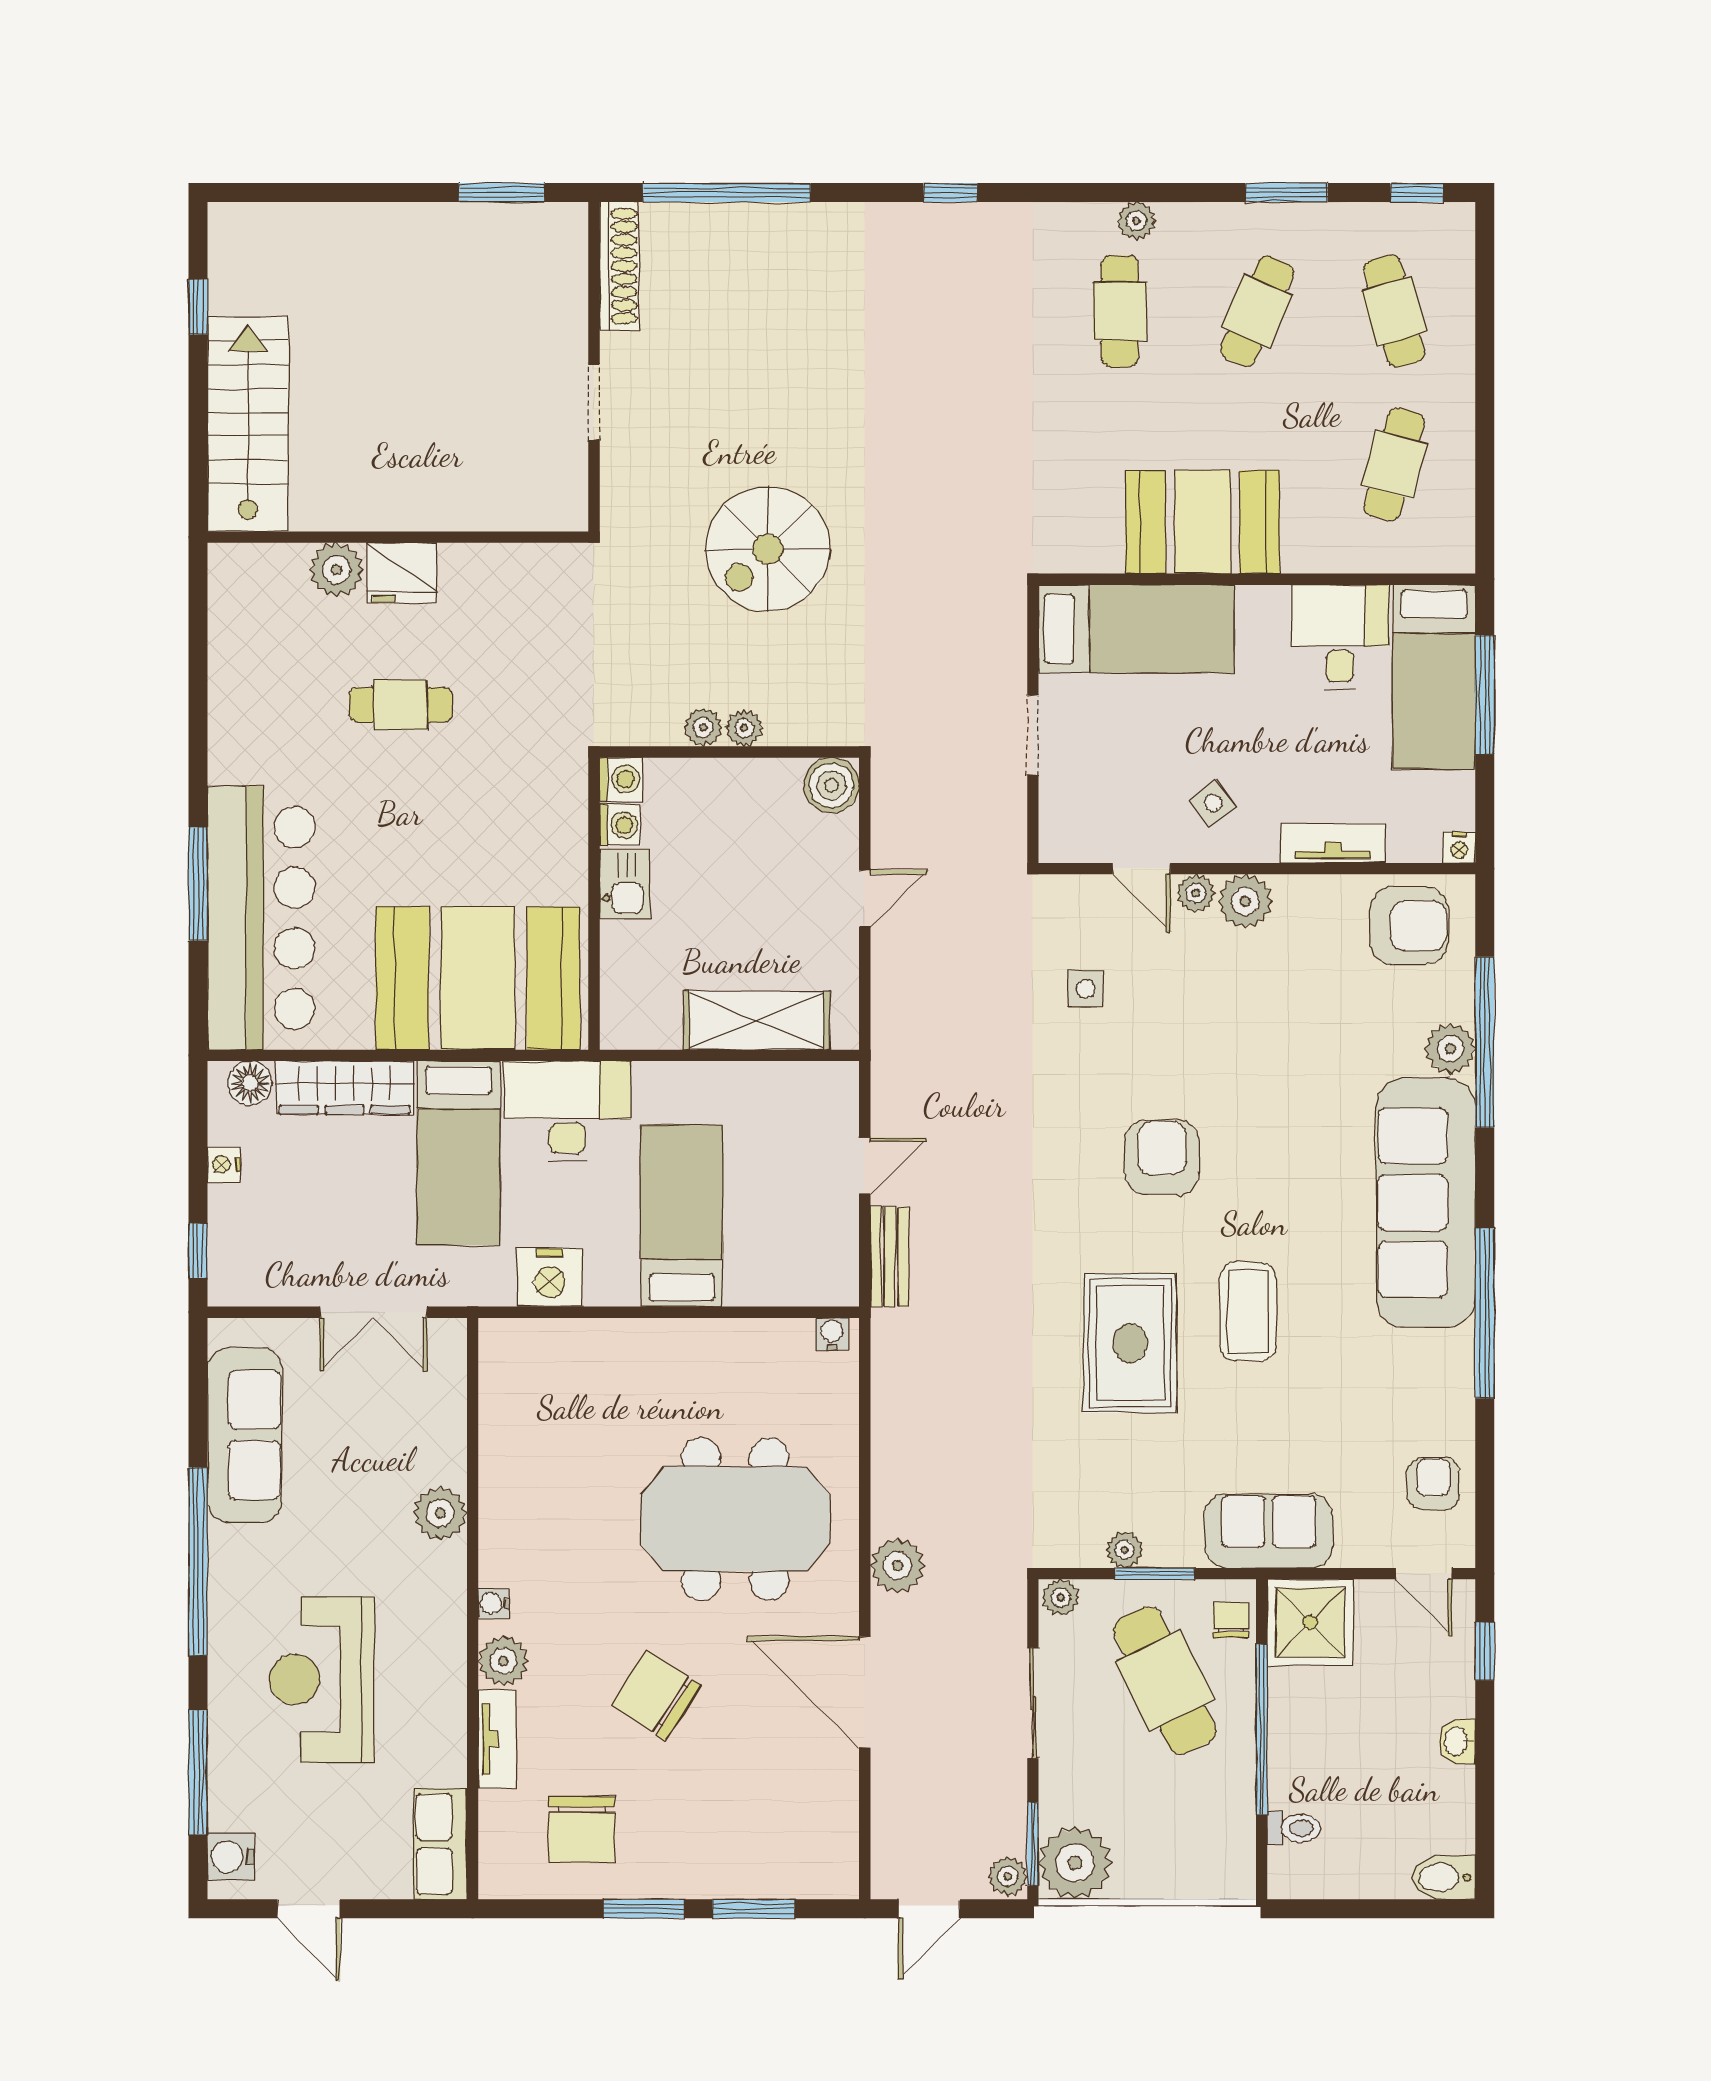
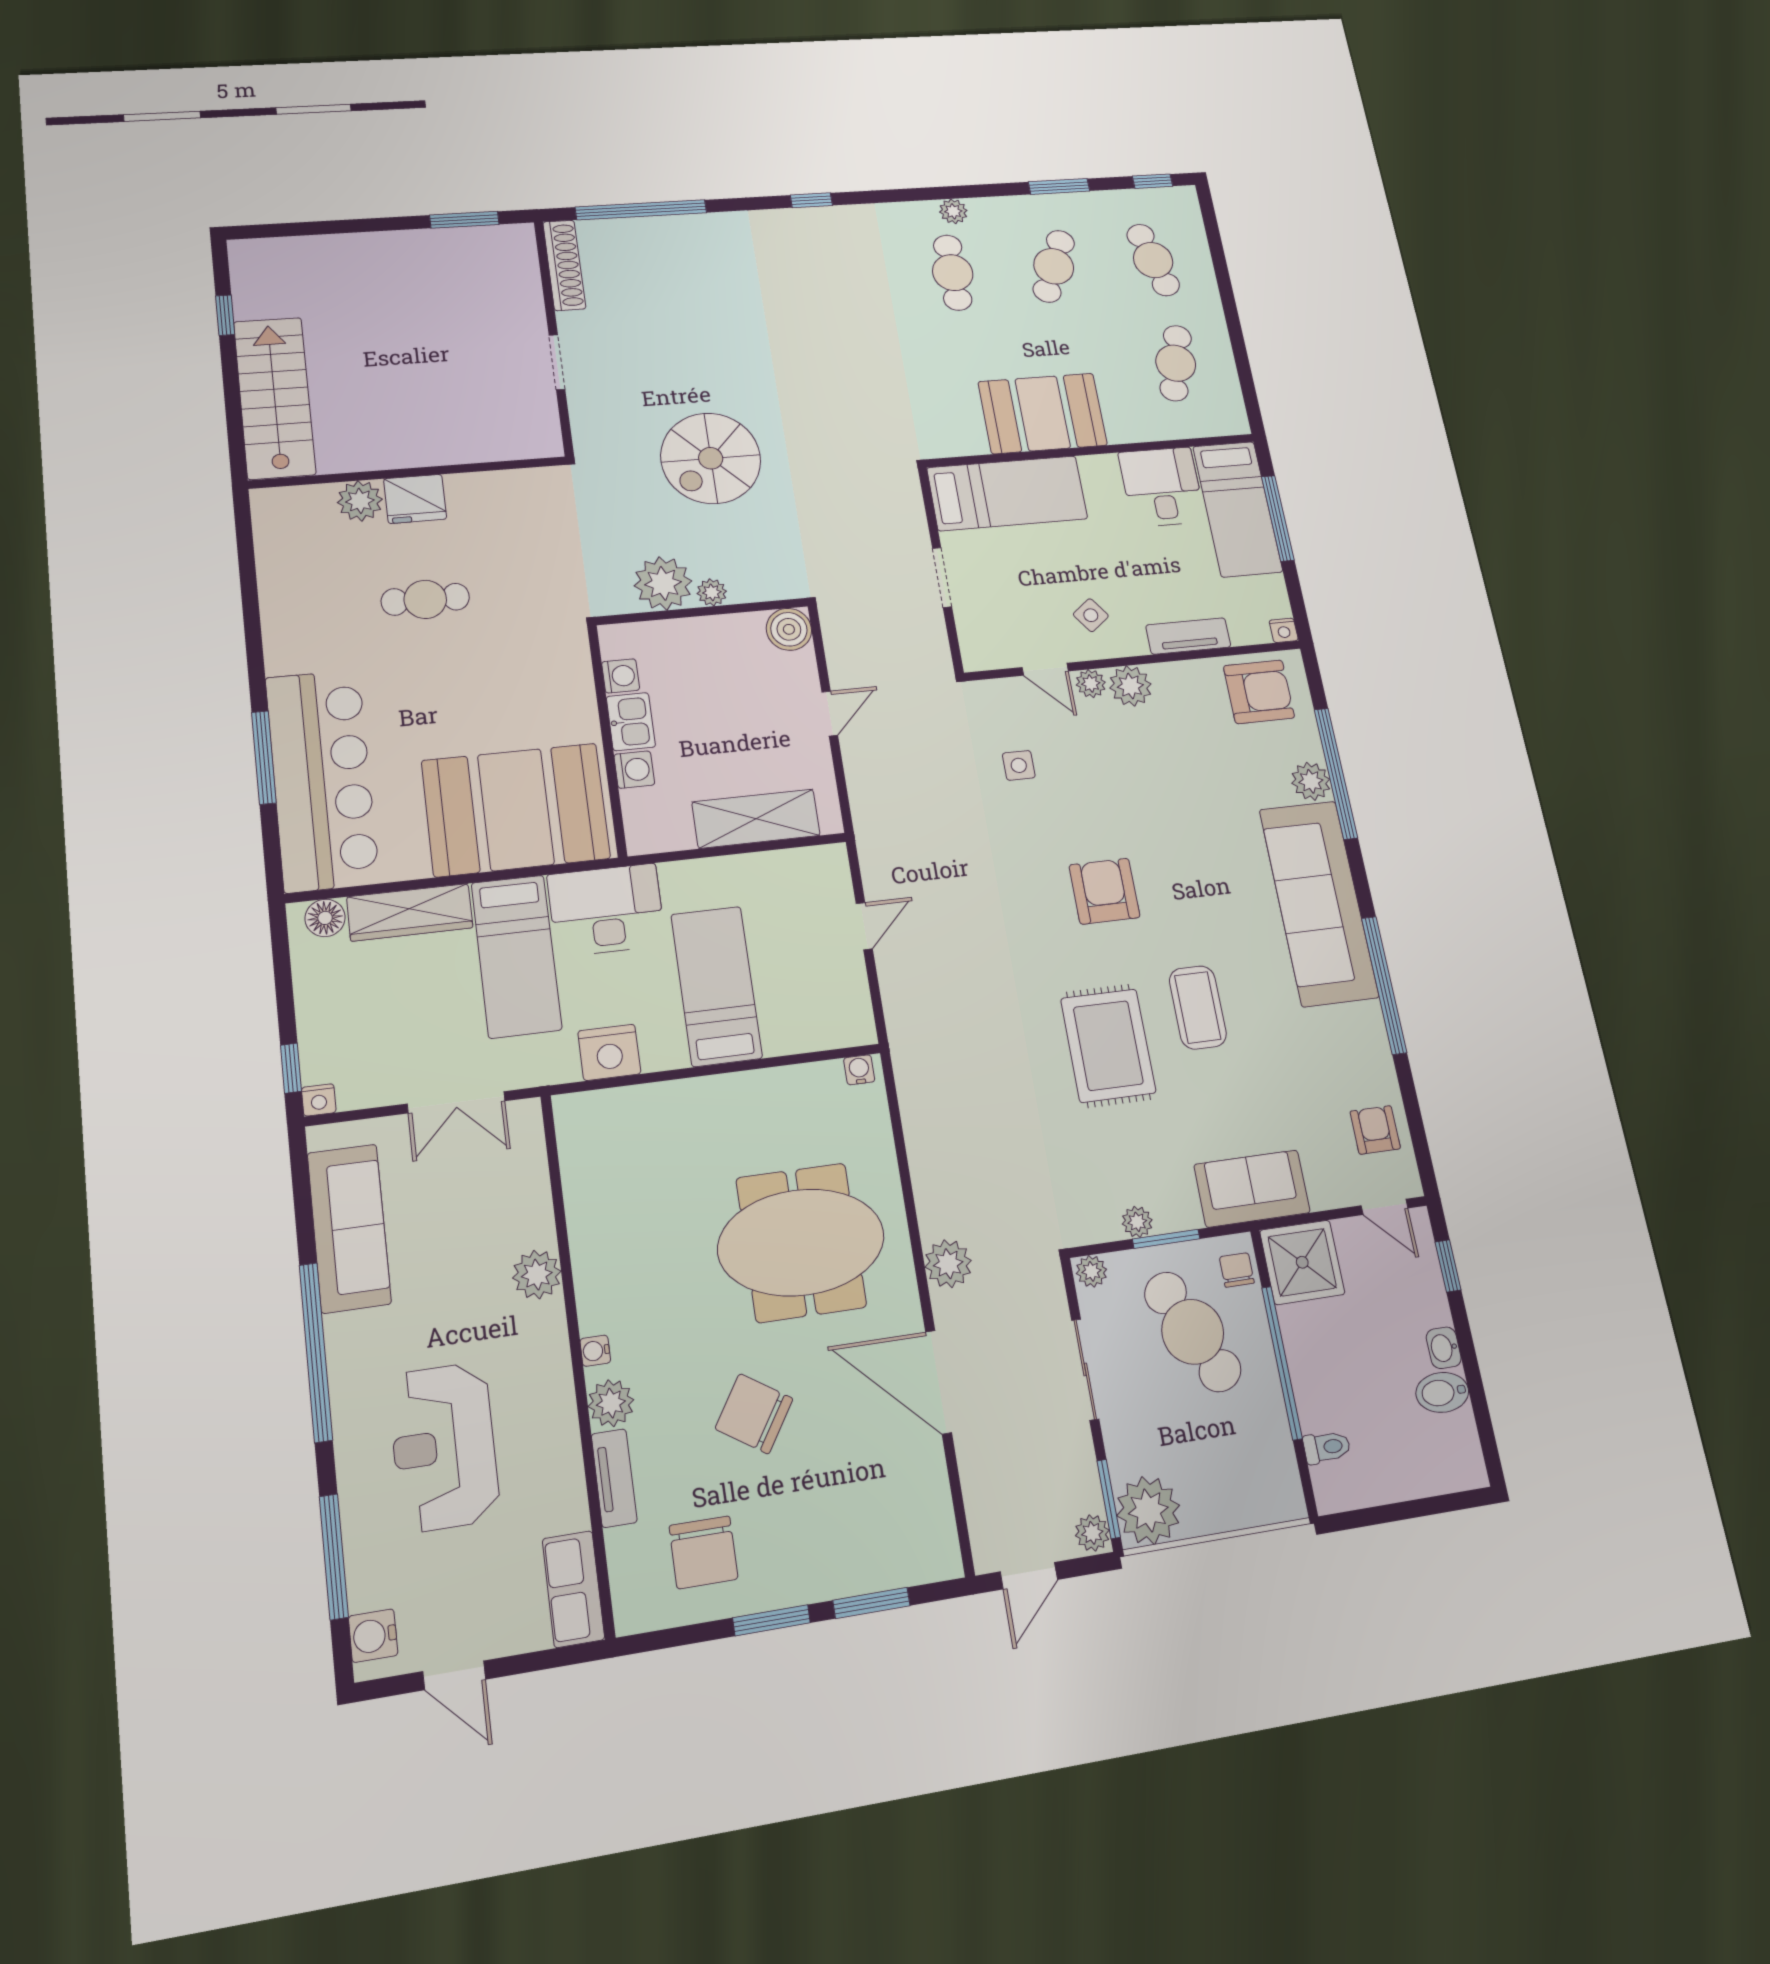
plant: (703, 727) -> (663, 583), width x1.87, depth x1.87
washing machine: (621, 779) -> (634, 770), moved
nightstand: (224, 1164) -> (319, 1100), moved, turned -90
bench: (889, 1257) -> (897, 999), removed
bidet: (1444, 1877) -> (1442, 1392), moved

